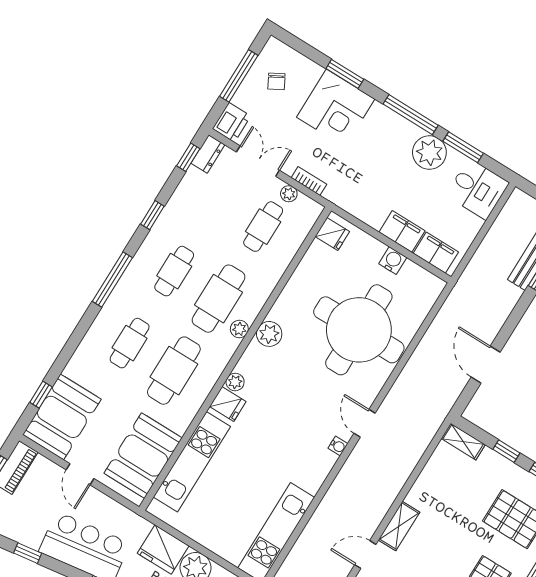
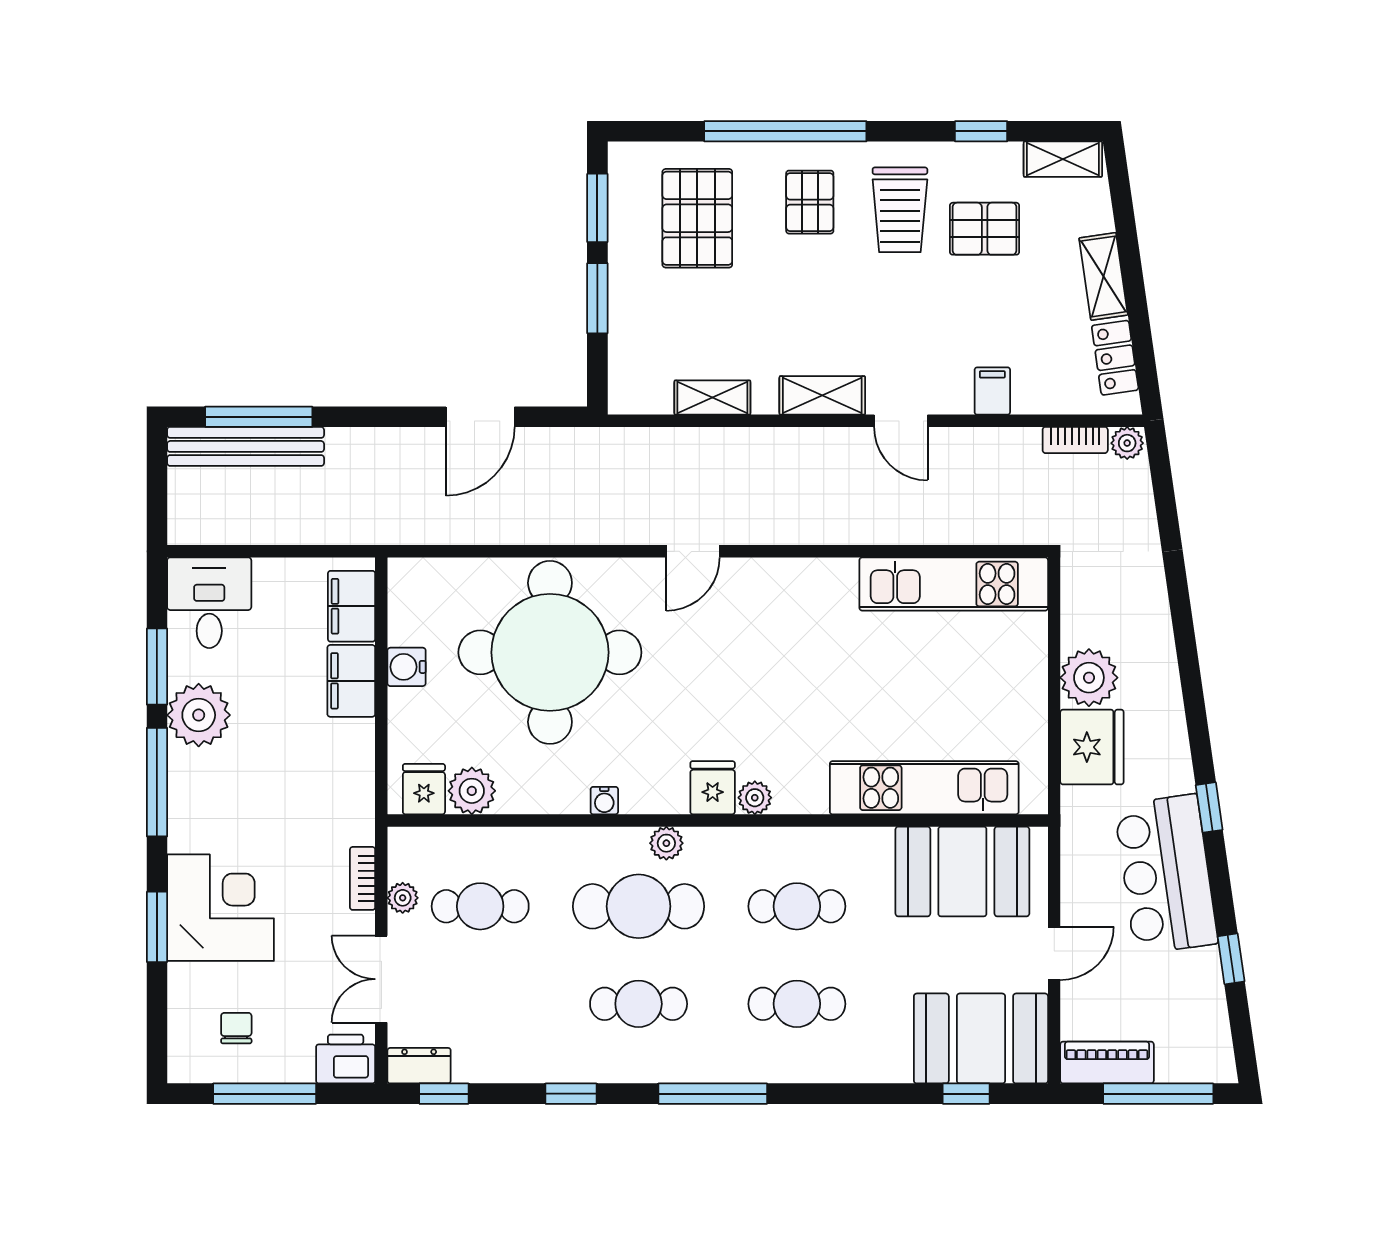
chair: (276, 81) -> (236, 1028), turned -61
plant: (269, 334) -> (472, 791), moved
cafe table: (174, 371) -> (797, 906), width x0.73, depth x0.74
fridge: (228, 404) -> (713, 788), moved
shelving: (463, 442) -> (712, 398), moved, turned 90
water cooler: (338, 446) -> (604, 801), moved, turned 180
window: (506, 451) -> (597, 298), width x1.50

